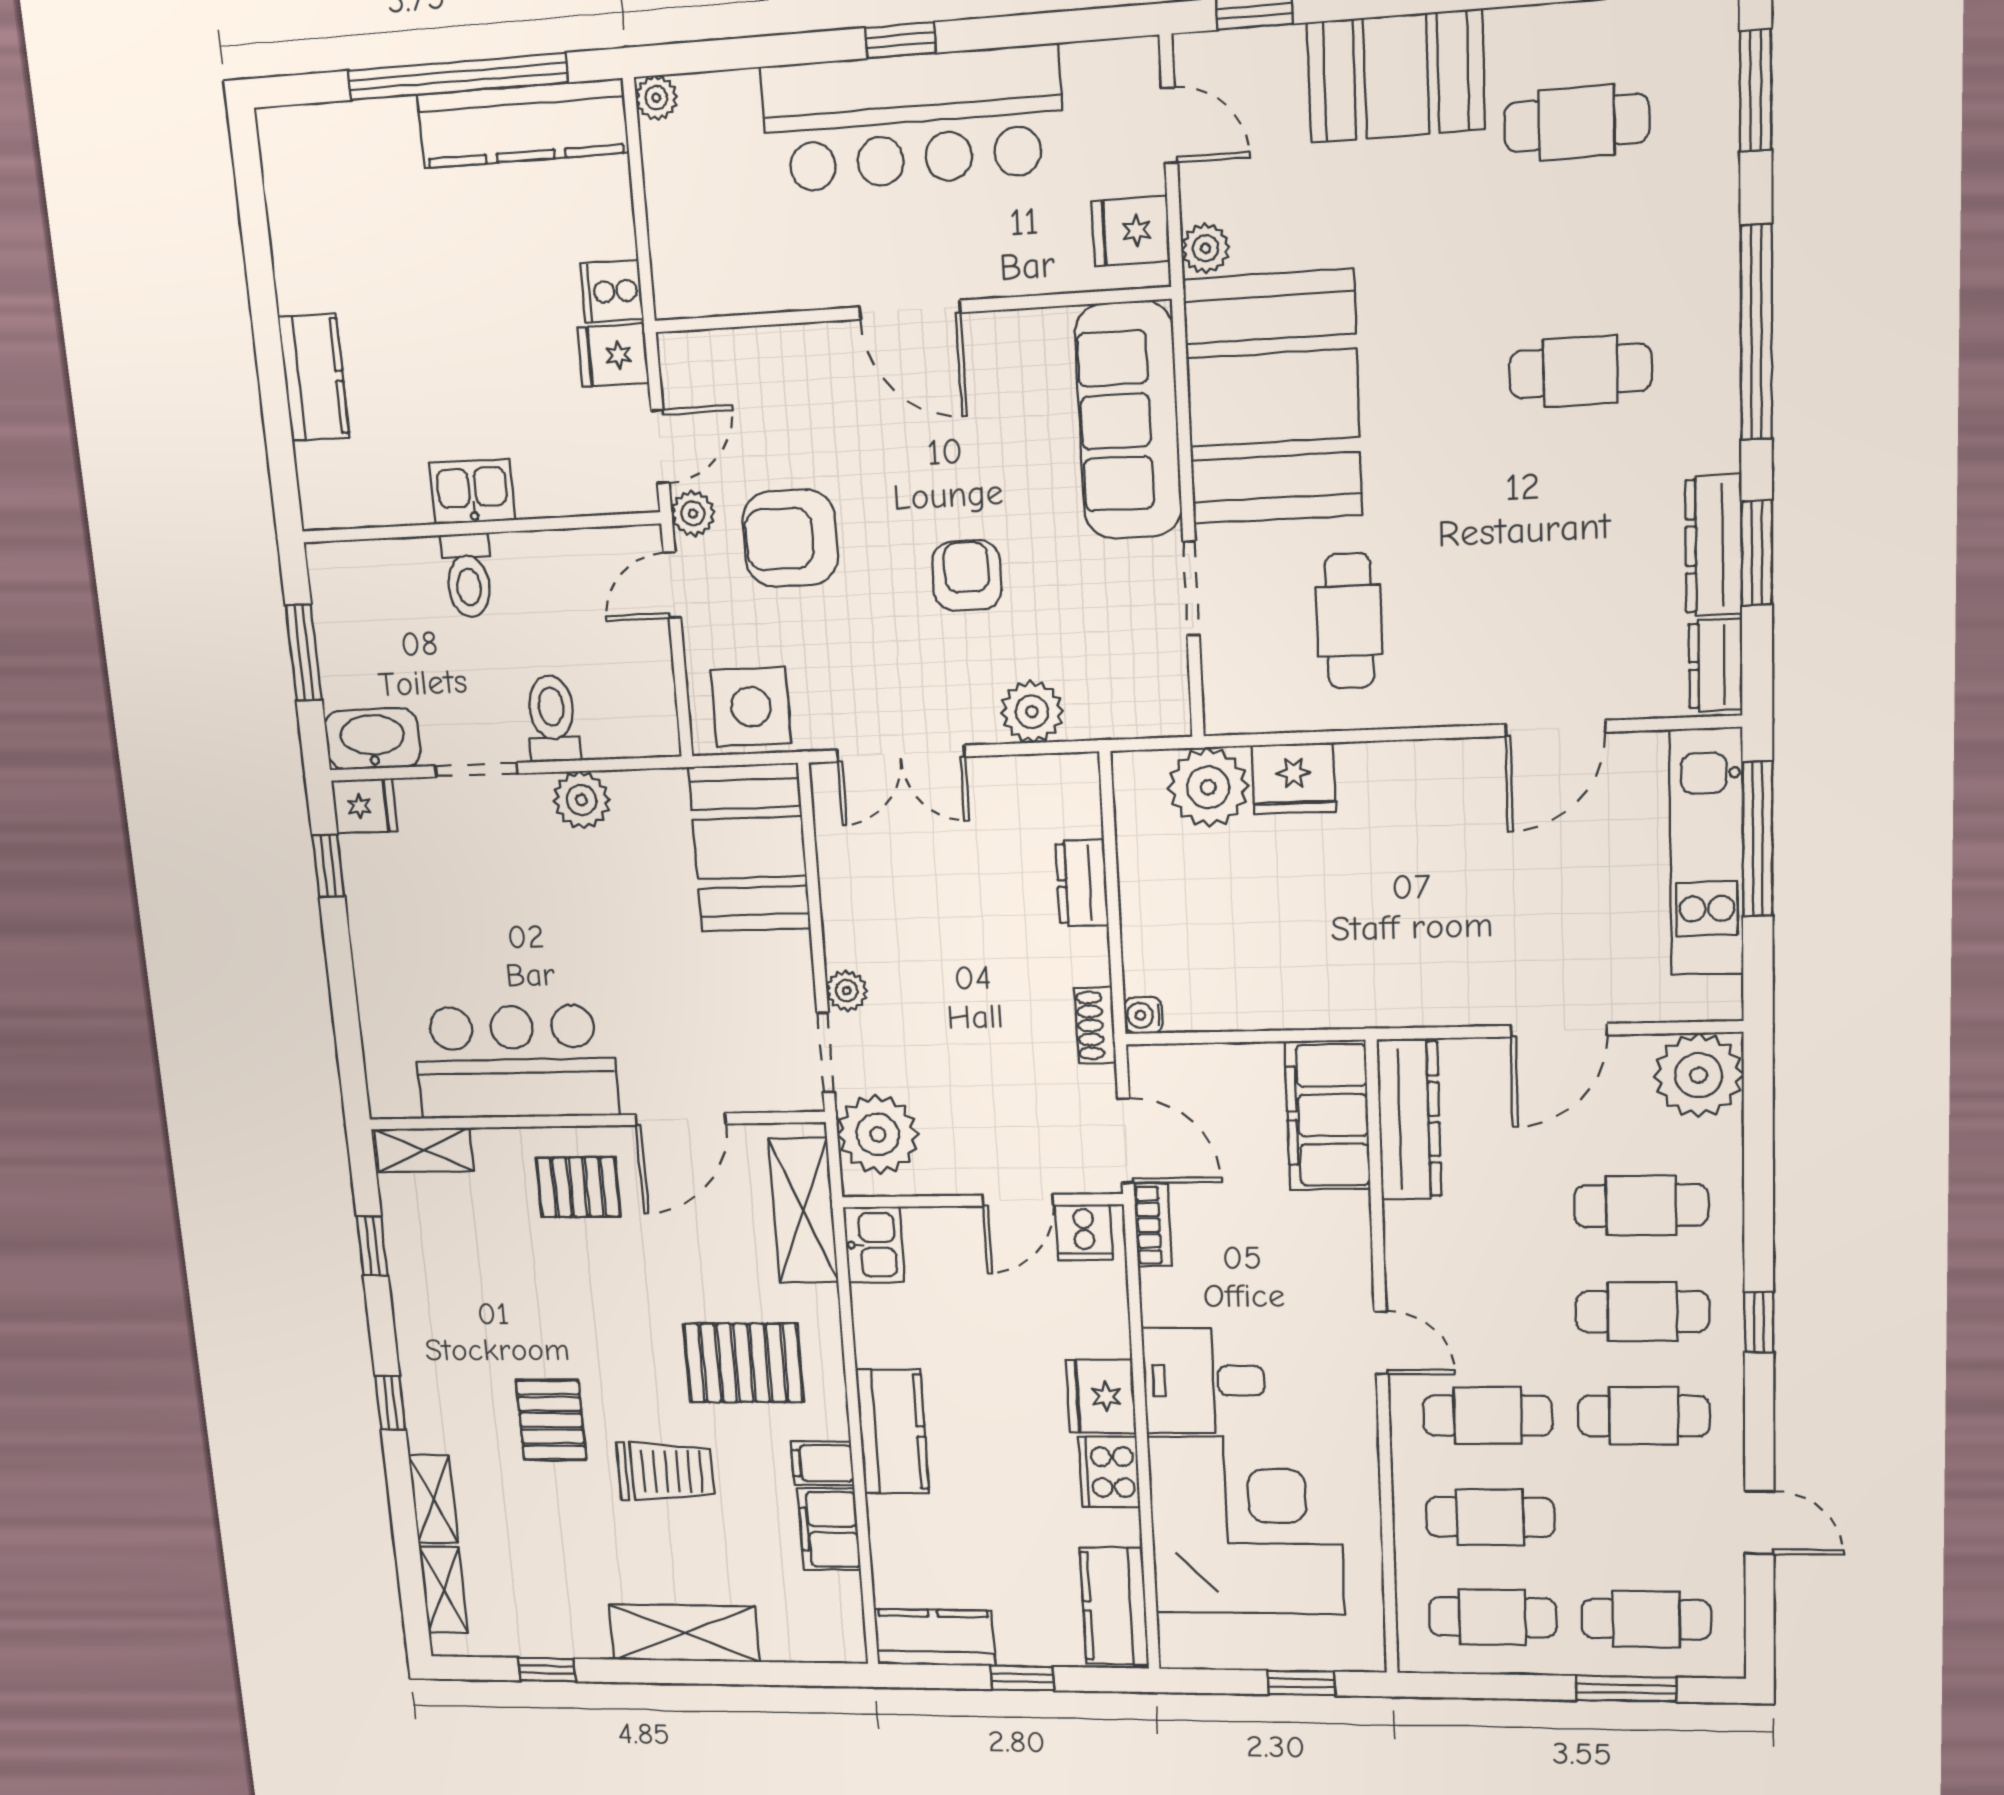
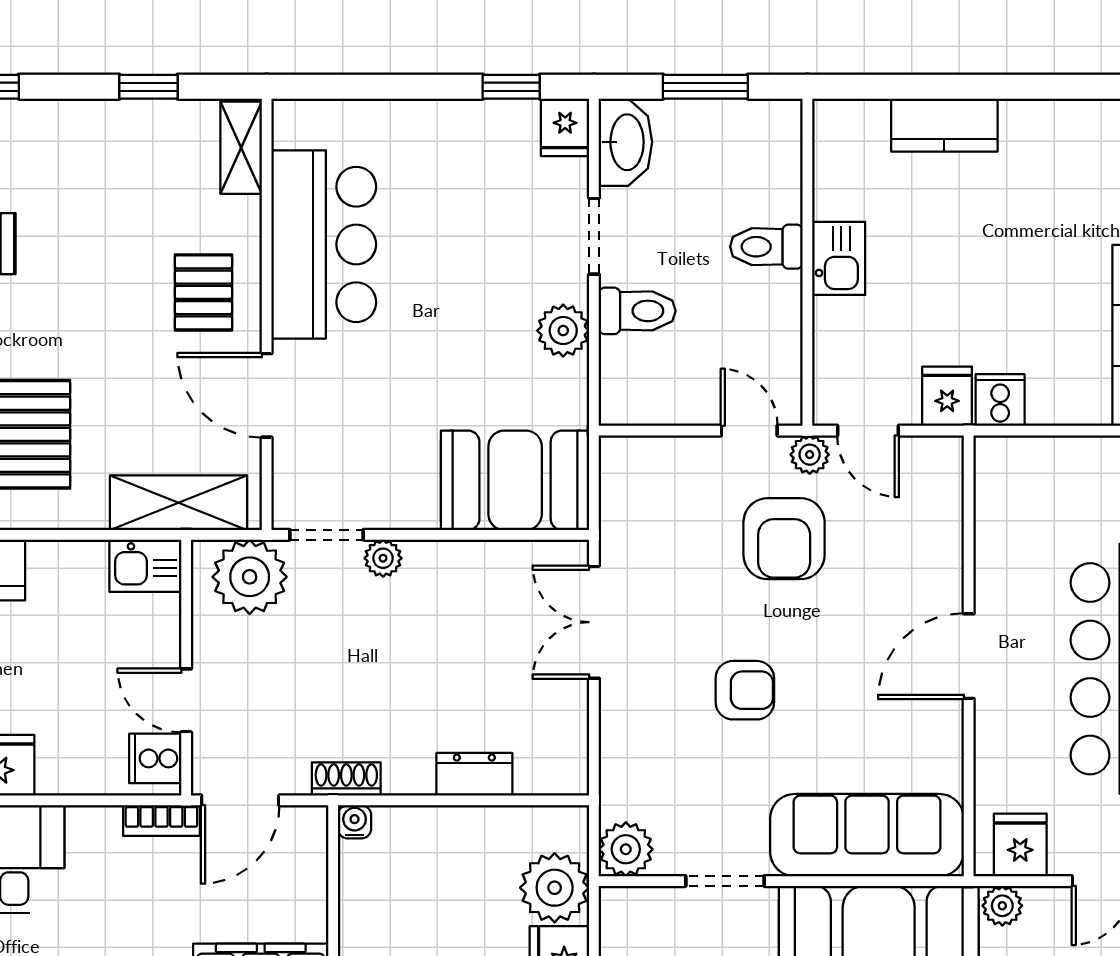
armchair: (790, 538) -> (784, 539), turned 180
side table: (751, 707) -> (640, 492), removed
plant: (1032, 712) -> (626, 849), moved

